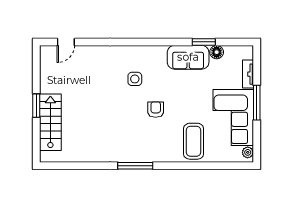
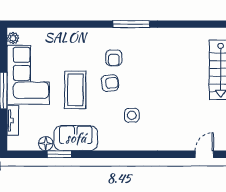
armchair: (156, 110) -> (110, 83), turned -97
armchair: (152, 134) -> (114, 58), added
coffee table: (194, 141) -> (75, 90), moved

